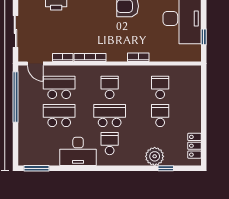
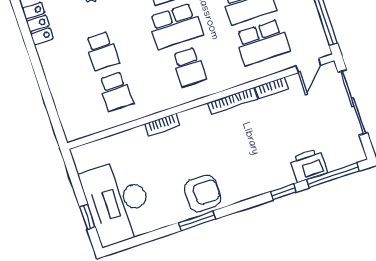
sliding door: (15, 32) -> (353, 102), width x1.37
window: (204, 37) -> (87, 217), moved
door: (35, 63) -> (308, 66), swing flipped

